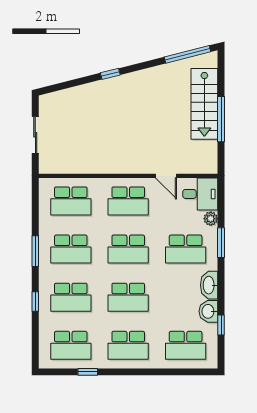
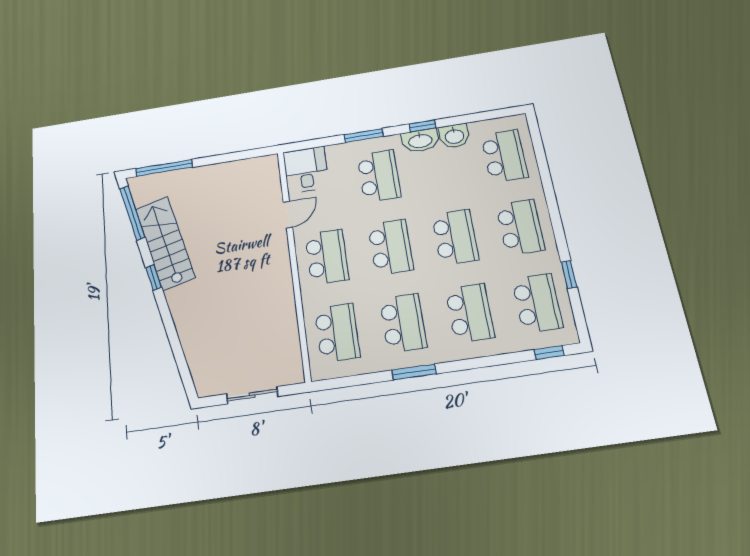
window: (110, 74) -> (154, 277), moved
stairs: (204, 104) -> (165, 243), moved, turned -104
window: (221, 119) -> (164, 168), moved
plant: (211, 219) -> (335, 152), removed
window: (35, 301) -> (549, 353), moved
window: (221, 325) -> (423, 126), moved

